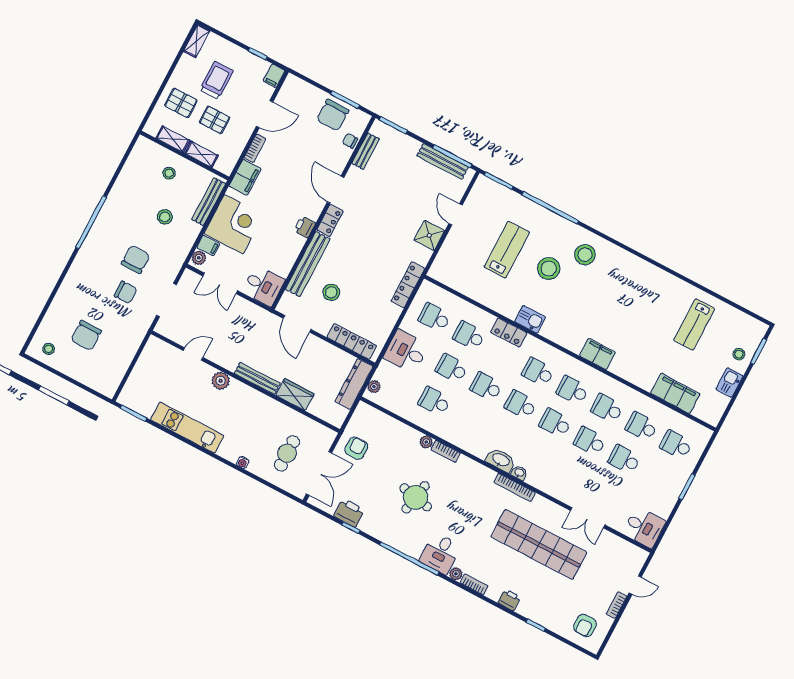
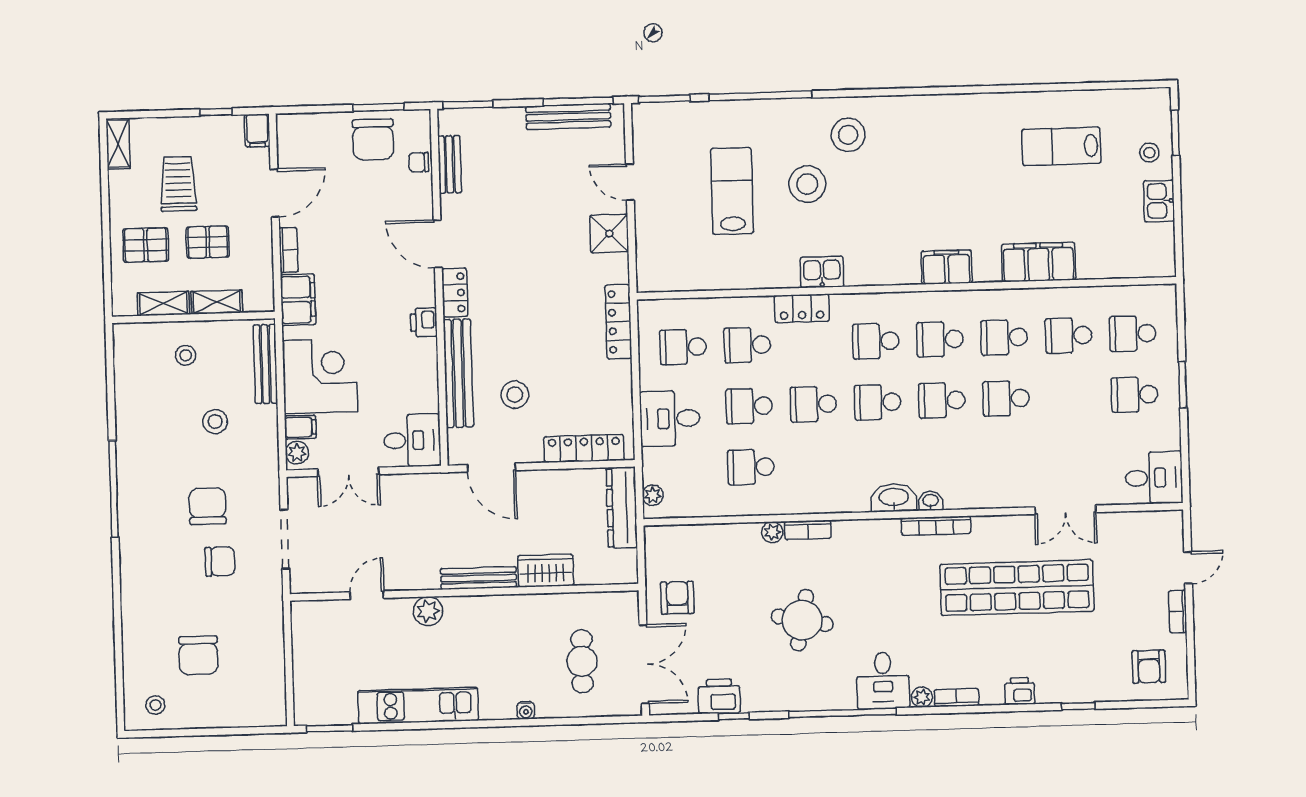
lab bench: (694, 325) -> (1061, 146), turned 90
filing cabinet: (675, 393) -> (1039, 262), moved
school desk: (624, 459) -> (1135, 395), moved

